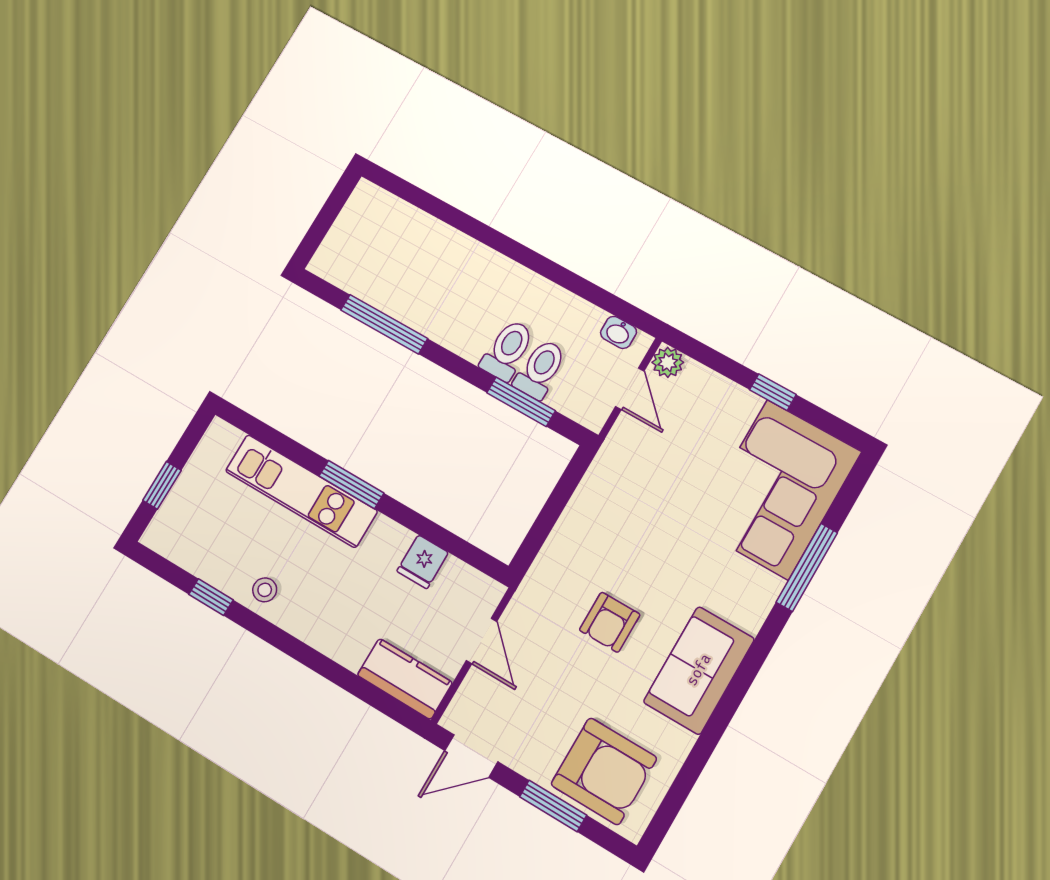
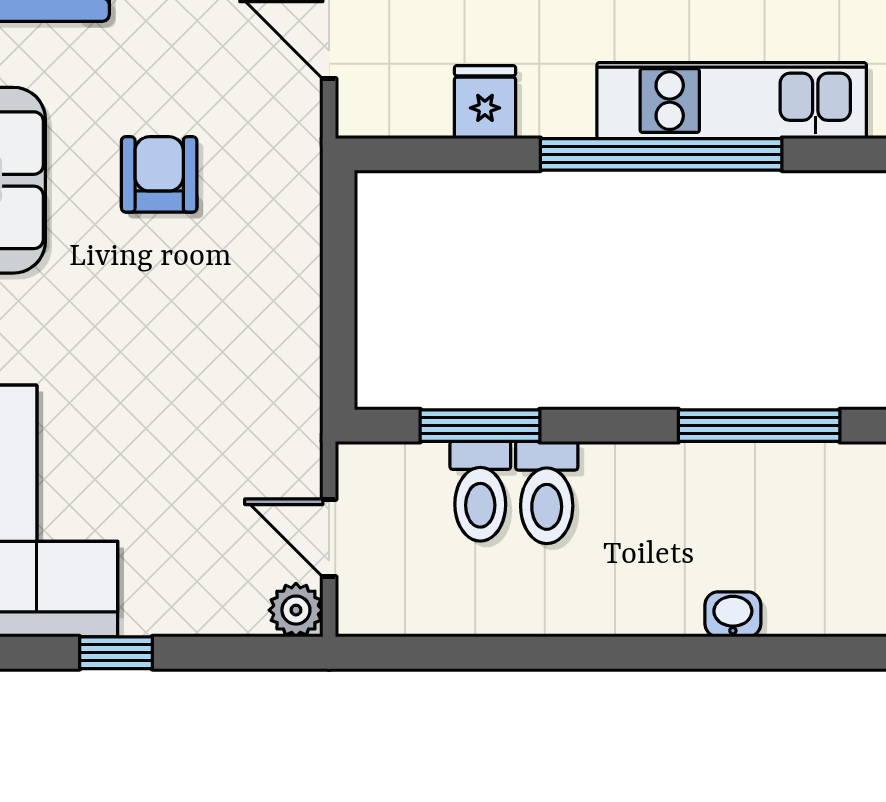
washbasin: (618, 332) -> (733, 614), moved
window: (351, 484) -> (661, 154), width x2.11

